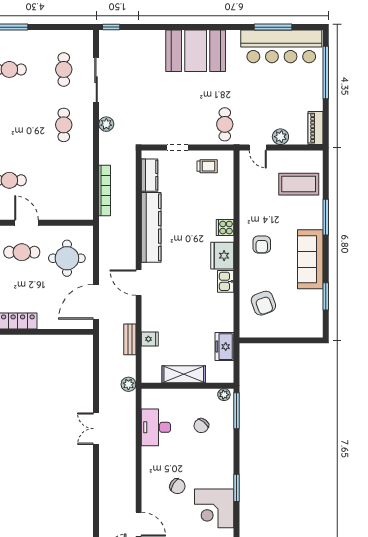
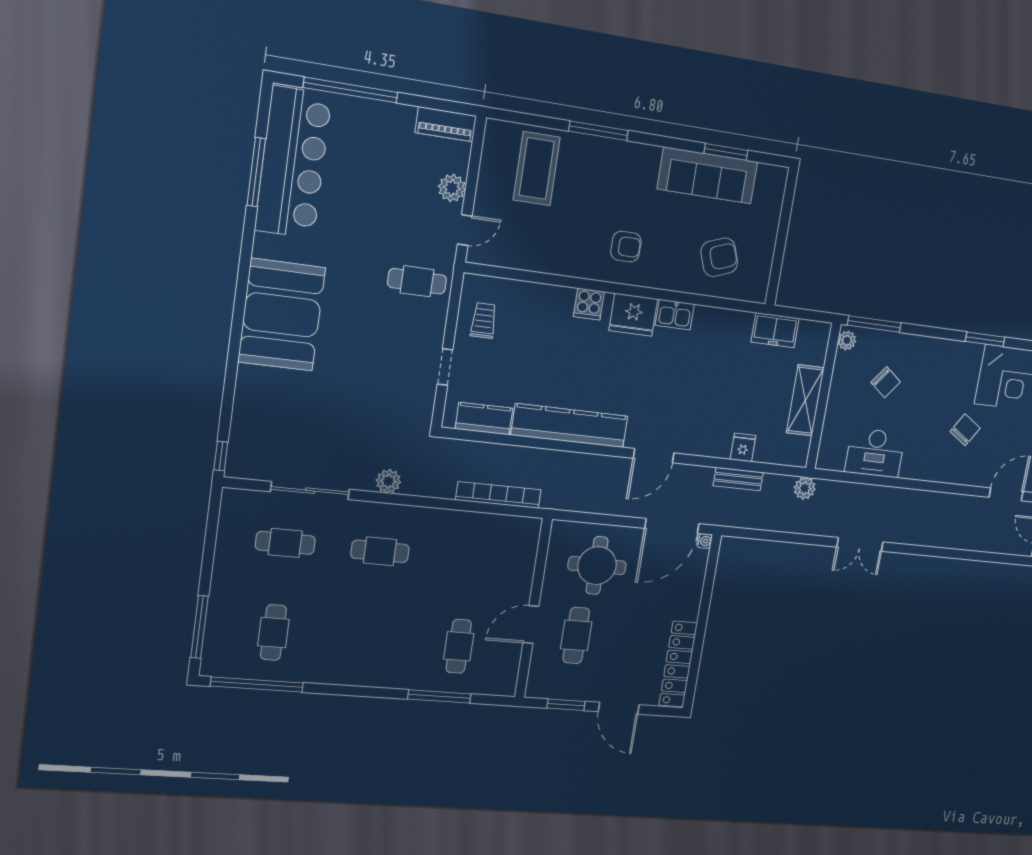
sofa: (310, 259) -> (708, 175), moved
door: (96, 302) -> (672, 526), hinge flipped
water cooler: (89, 324) -> (704, 541), added

